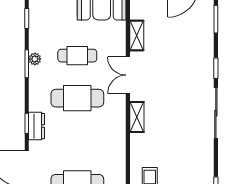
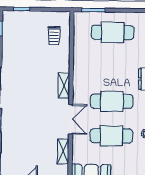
cafe table: (77, 56) -> (111, 136), width x1.37, depth x1.35

